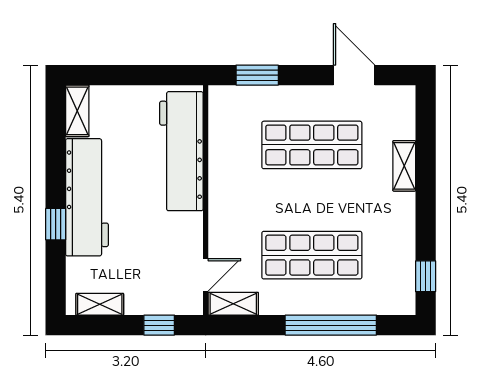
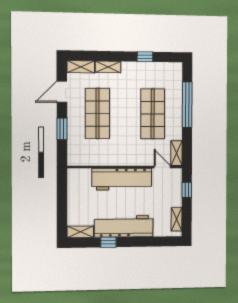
window: (257, 75) -> (62, 129), moved
shelving: (404, 112) -> (81, 67), added
workbench: (181, 151) -> (122, 179), moved
window: (56, 224) -> (108, 242), moved
window: (426, 276) -> (145, 57), moved

